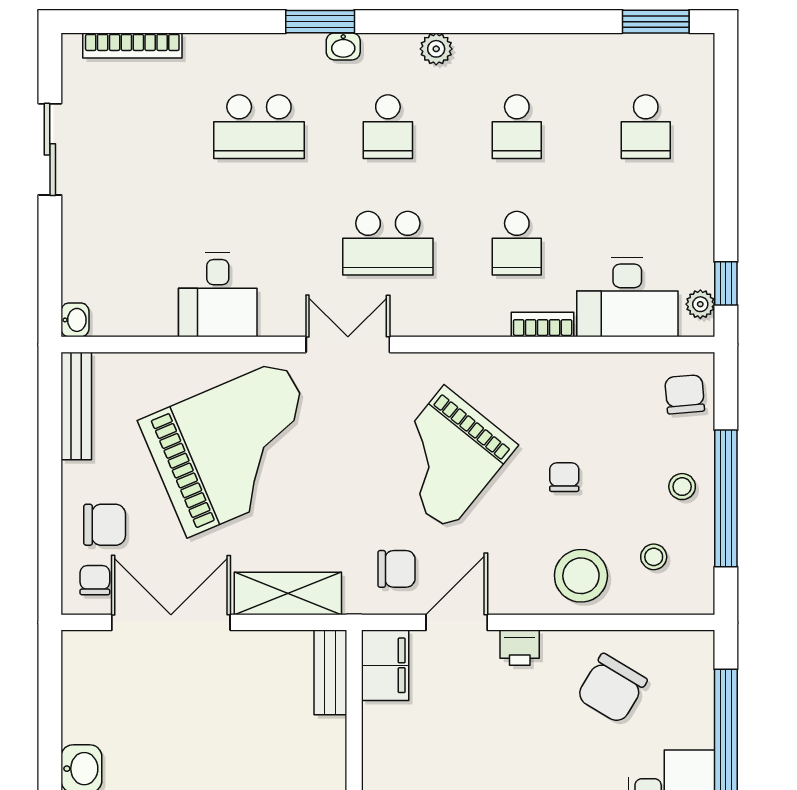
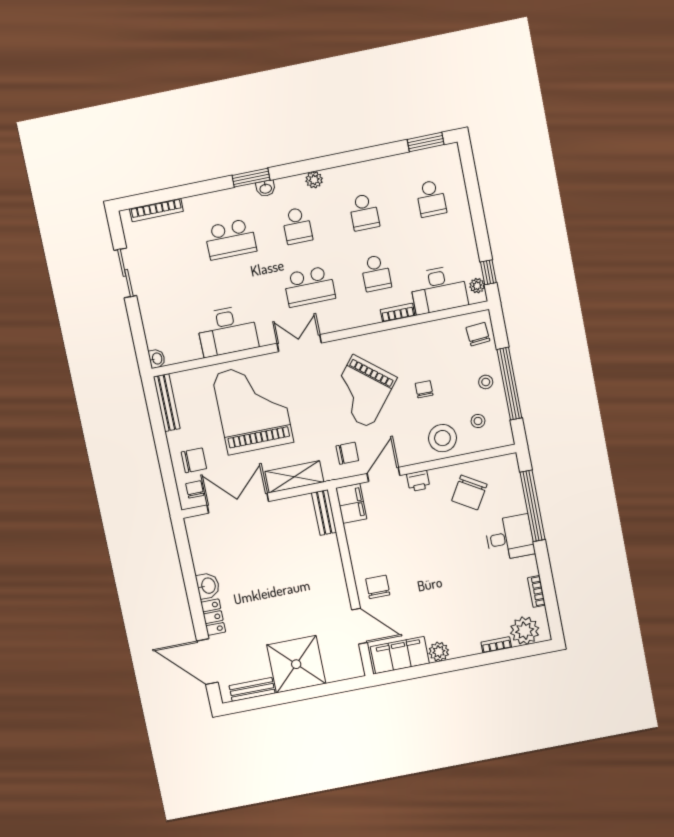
desk: (218, 295) -> (227, 331), width x1.37
grand piano: (236, 448) -> (253, 408), turned -67

